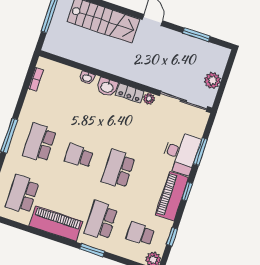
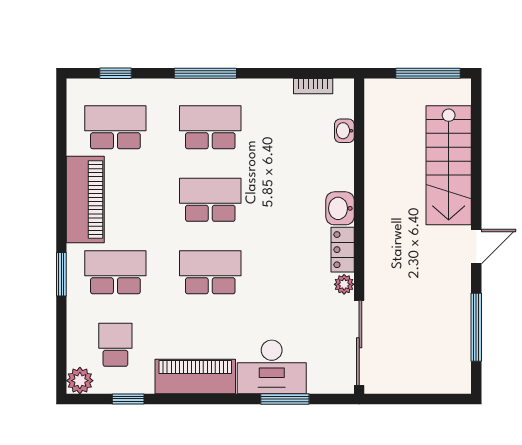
window: (196, 35) -> (476, 327), width x1.44
washbasin: (87, 78) -> (344, 131), moved
plant: (212, 80) -> (410, 379), removed
school desk: (79, 156) -> (210, 200), width x1.85
window: (187, 191) -> (211, 399), removed

